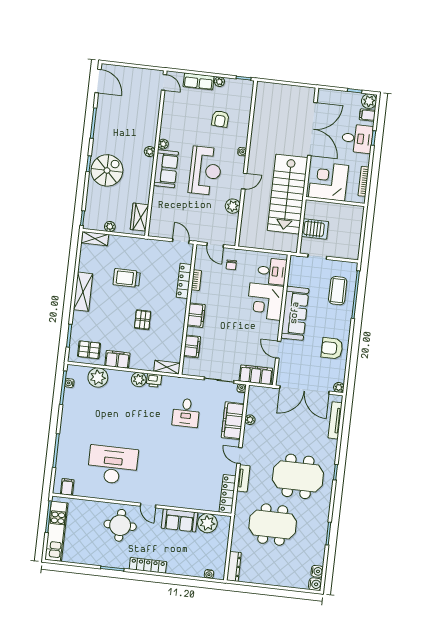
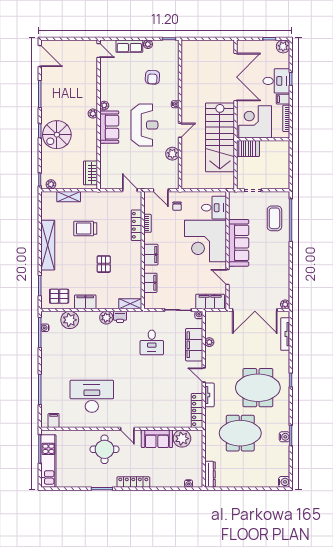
filing cabinet: (367, 115) -> (283, 99), moved
spiral stairs: (107, 170) -> (57, 135), turned 180
plant: (110, 227) -> (51, 184), moved
server rack: (315, 229) -> (248, 149), moved
shelving: (95, 239) -> (69, 197), moved
shelving: (83, 292) -> (48, 245), width x1.47
corner desk: (265, 302) -> (206, 241), width x1.36, depth x1.36
armchair: (332, 348) -> (275, 270), removed
water cooler: (317, 571) -> (284, 437), moved

